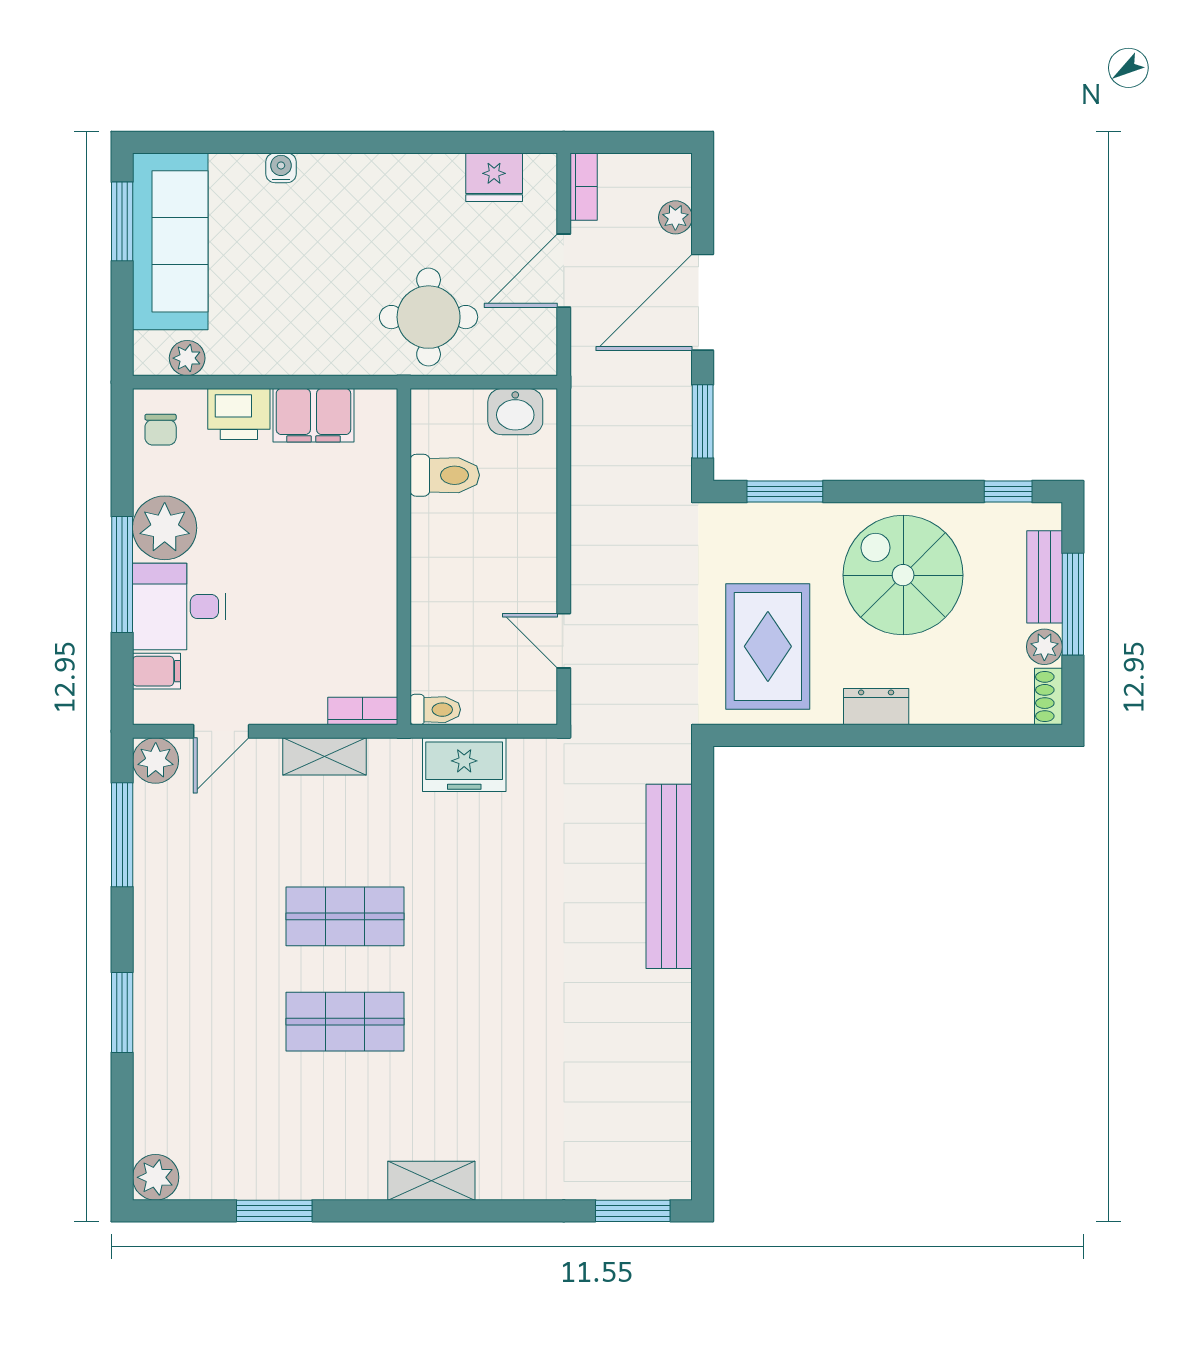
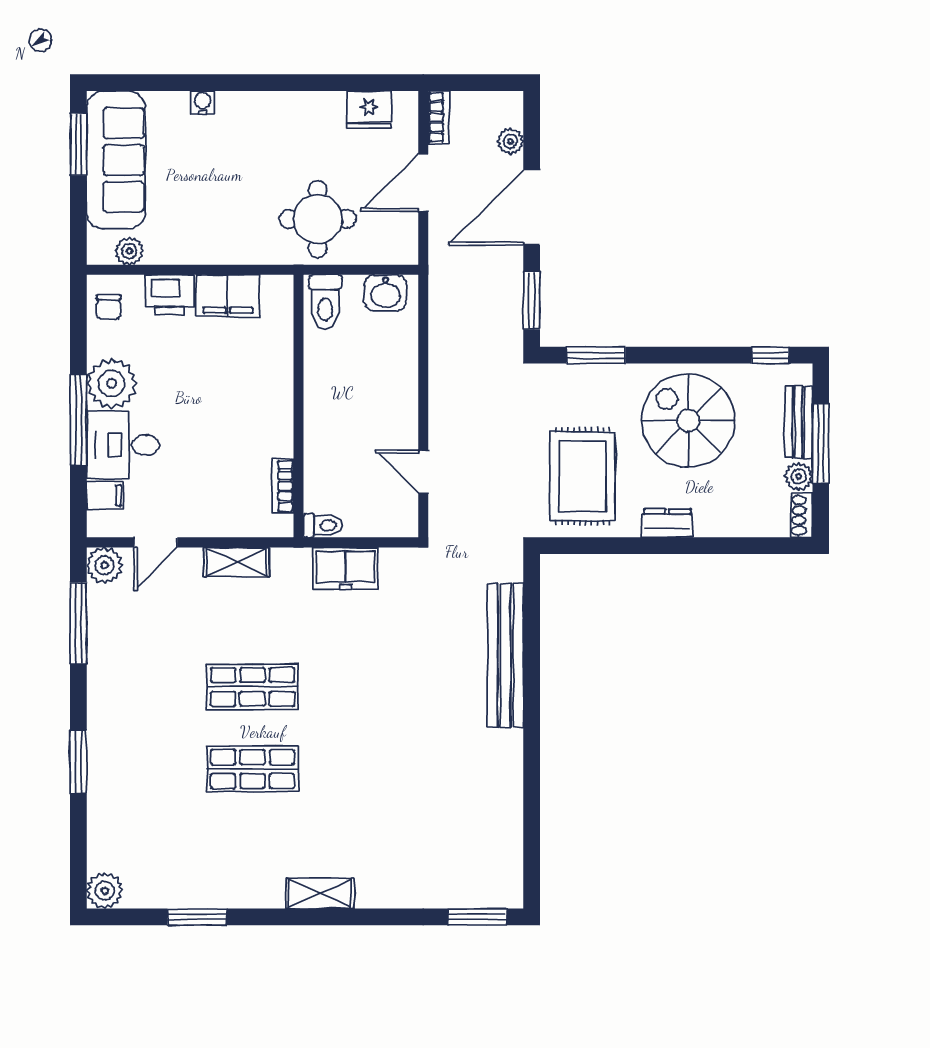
toilet: (445, 475) -> (325, 302), moved, turned 90
bookcase: (363, 711) -> (283, 486), moved, turned -90

